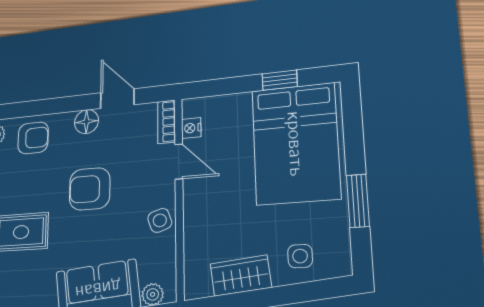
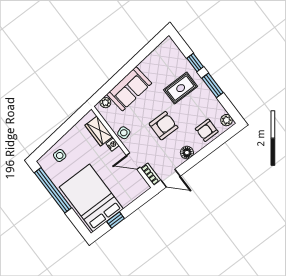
door: (117, 99) -> (171, 178), moved
nightstand: (191, 128) -> (113, 145), moved
window: (358, 201) -> (53, 190), width x2.11
wardrobe: (241, 276) -> (99, 131), moved, turned 96

